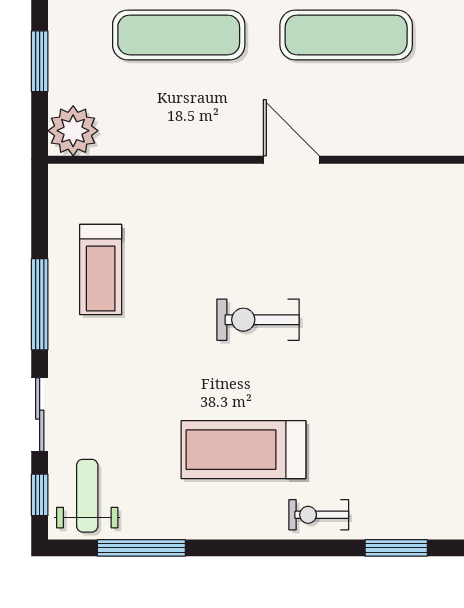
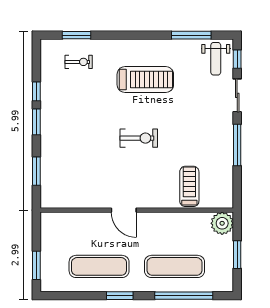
treadmill: (101, 270) -> (189, 186), moved
exercise bike: (319, 515) -> (79, 62), moved

